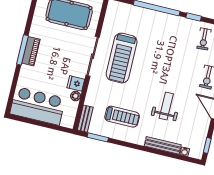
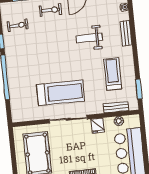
plant: (76, 96) -> (119, 121), moved
bench: (85, 119) -> (116, 107), moved
bench: (163, 145) -> (126, 33), width x0.73

